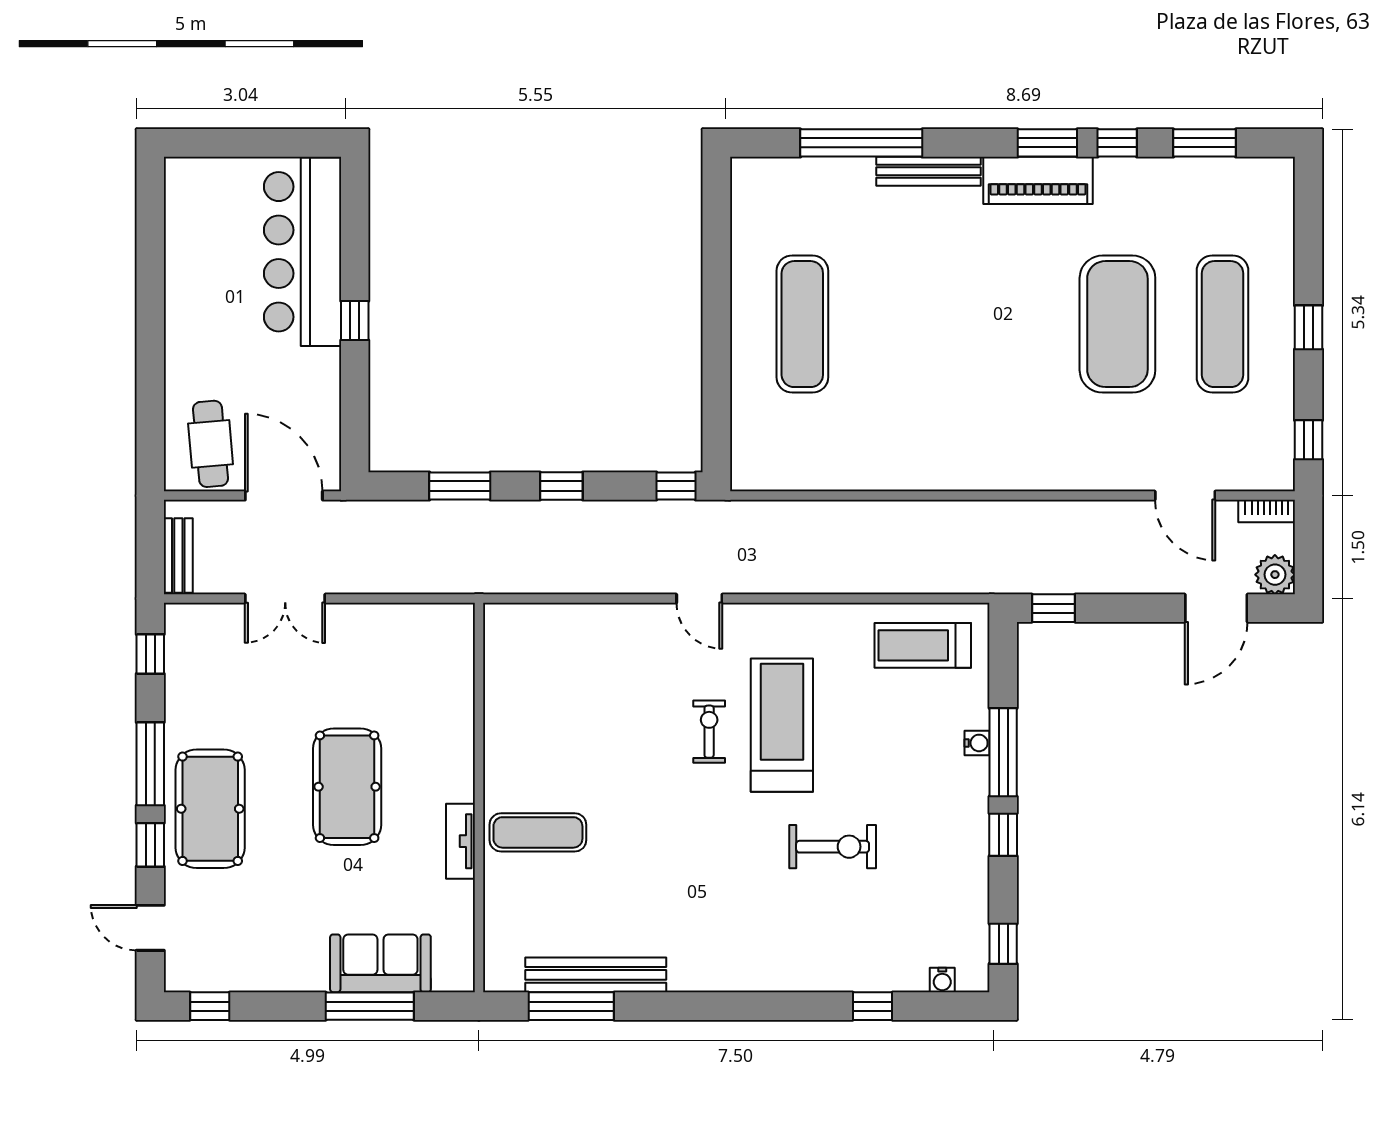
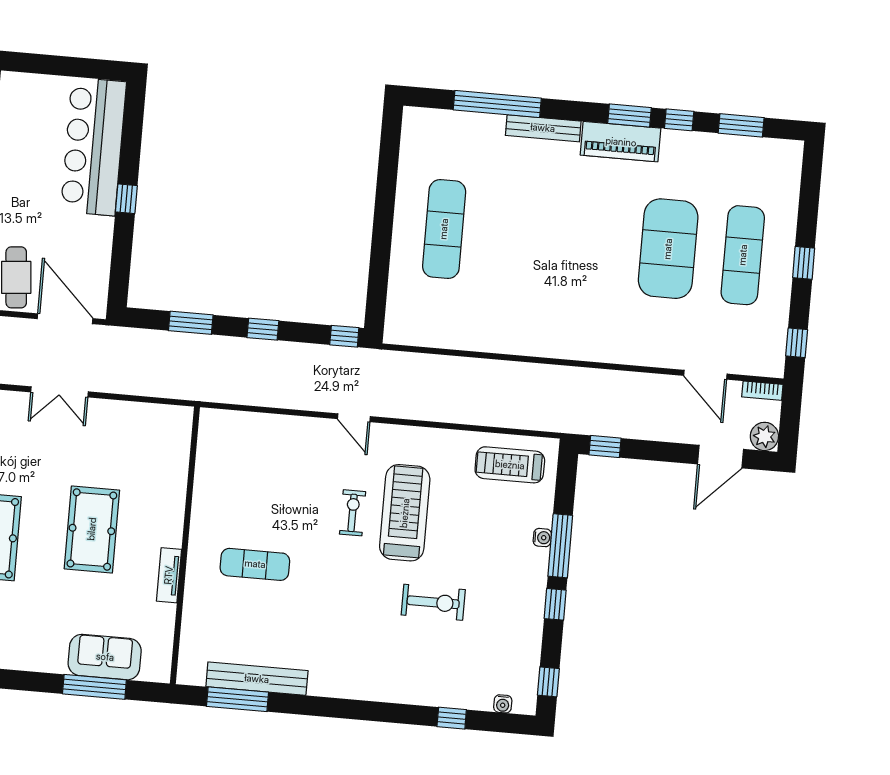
exercise mat: (538, 832) -> (255, 564), moved

